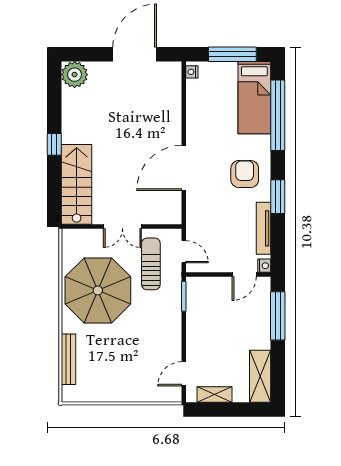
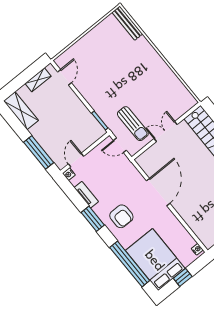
window: (232, 54) -> (183, 277), width x0.46
bed: (254, 98) -> (155, 260), width x1.50
tv unit: (264, 228) -> (86, 195), width x0.71
parasol: (98, 290) -> (150, 85), removed
bench: (69, 359) -> (127, 23), moved

